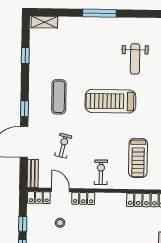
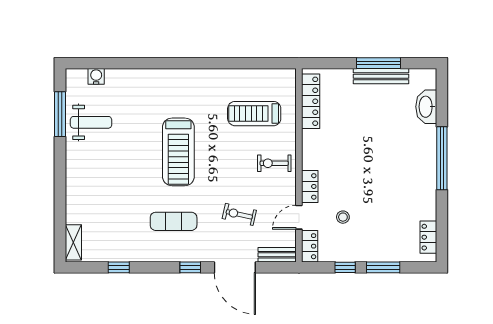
window: (99, 13) -> (60, 114), moved
weight bench: (135, 59) -> (91, 122), moved
treadmill: (138, 158) -> (254, 114), turned 180

